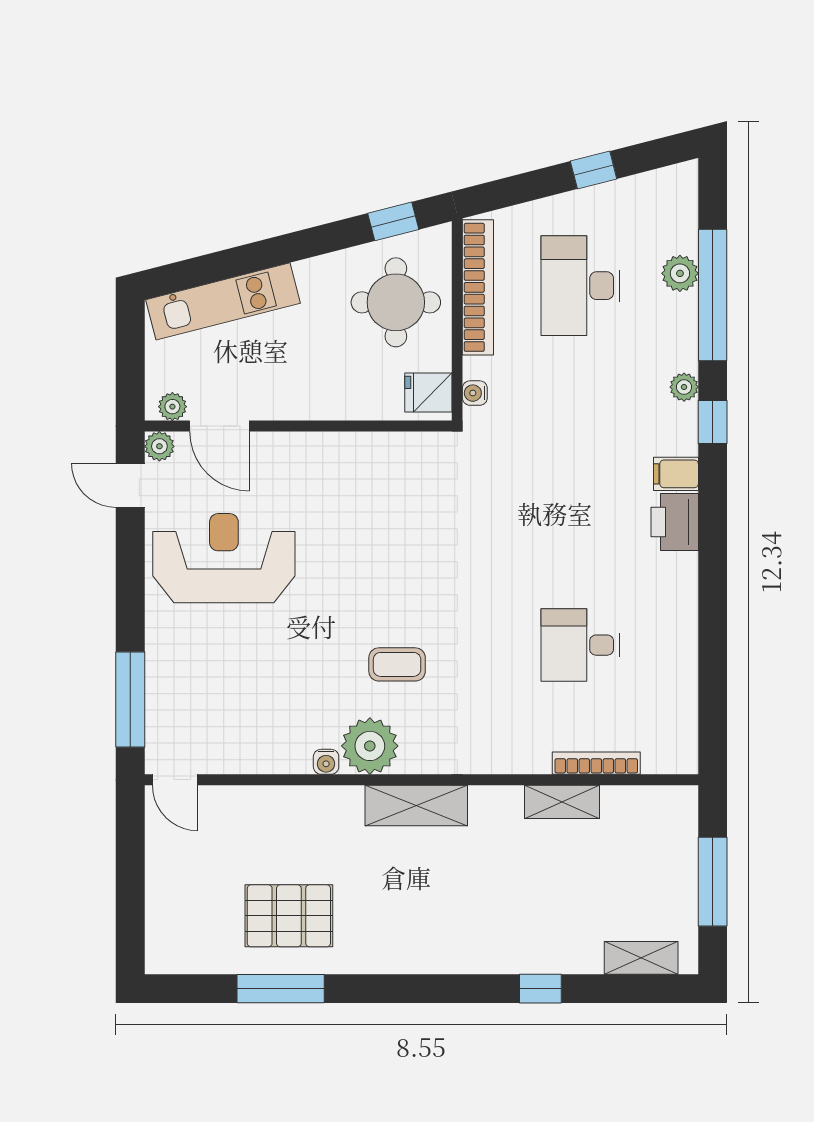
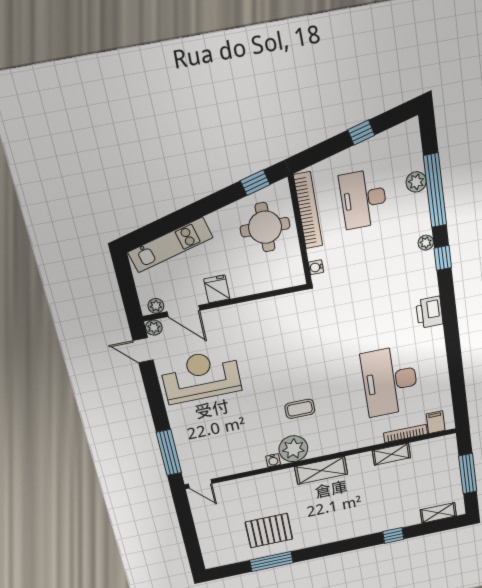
fridge: (428, 393) -> (217, 289), moved, turned 90
filing cabinet: (676, 474) -> (436, 422), moved, turned 90
desk: (580, 645) -> (390, 381), width x1.87, depth x1.30

